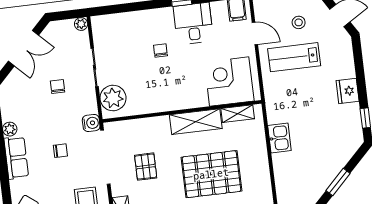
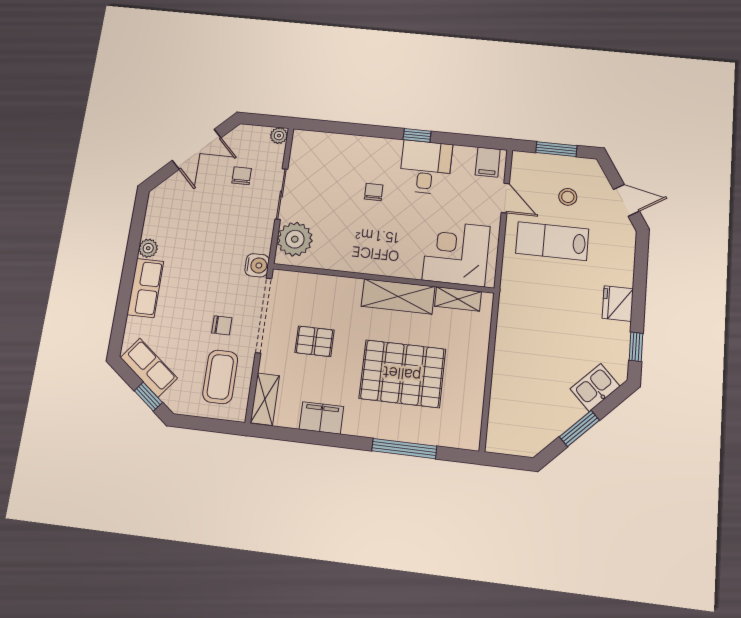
chair: (57, 87) -> (242, 176), moved
kitchen sink: (279, 138) -> (595, 387), moved, turned -135
chair: (60, 151) -> (222, 325), moved
pallet: (146, 167) -> (315, 341), turned 90

